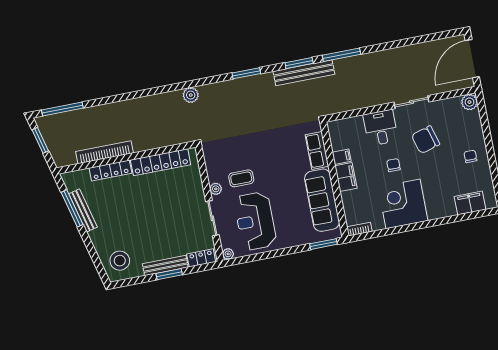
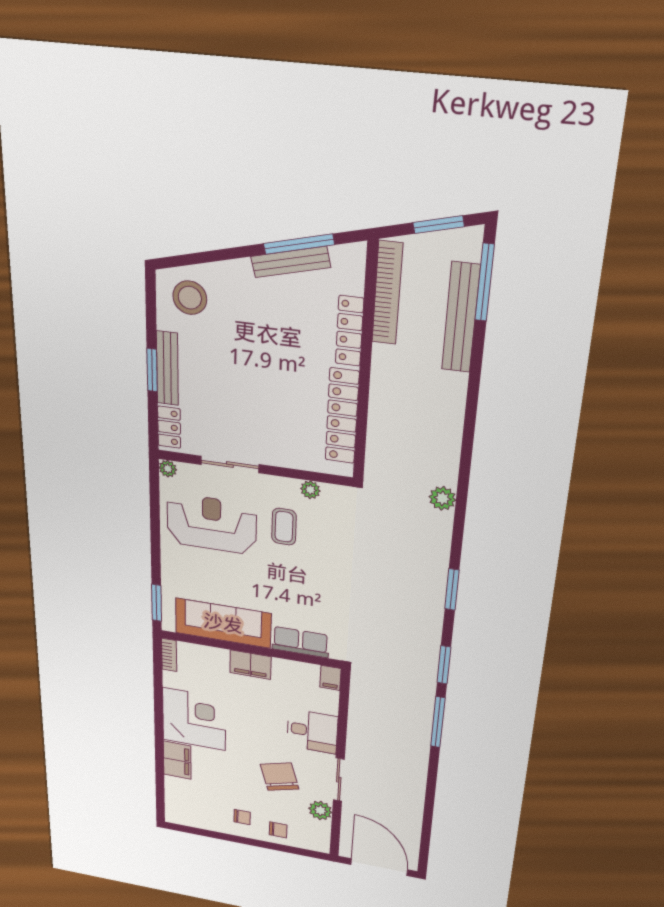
bench: (304, 73) -> (461, 318), moved
plant: (469, 102) -> (320, 810), moved
bookcase: (105, 152) -> (387, 293), moved
filing cabinet: (342, 157) -> (330, 678), moved
chair: (393, 165) -> (278, 830), moved
plant: (216, 189) -> (310, 490), moved
filing cabinet: (470, 203) -> (177, 760), moved

